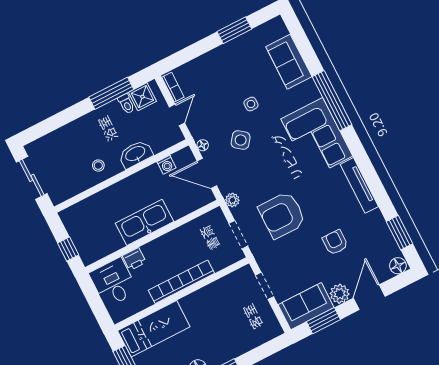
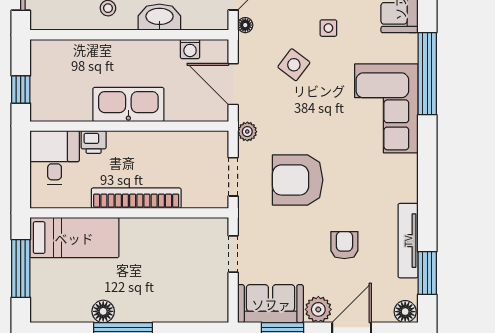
floor lamp: (203, 145) -> (245, 25), moved
tv unit: (359, 185) -> (408, 241), moved

